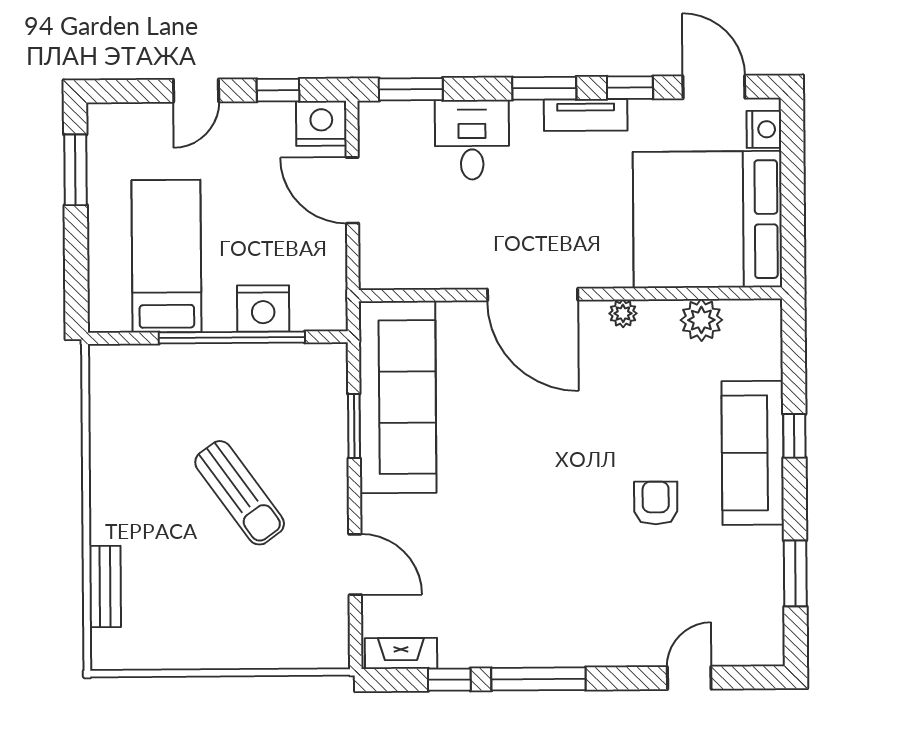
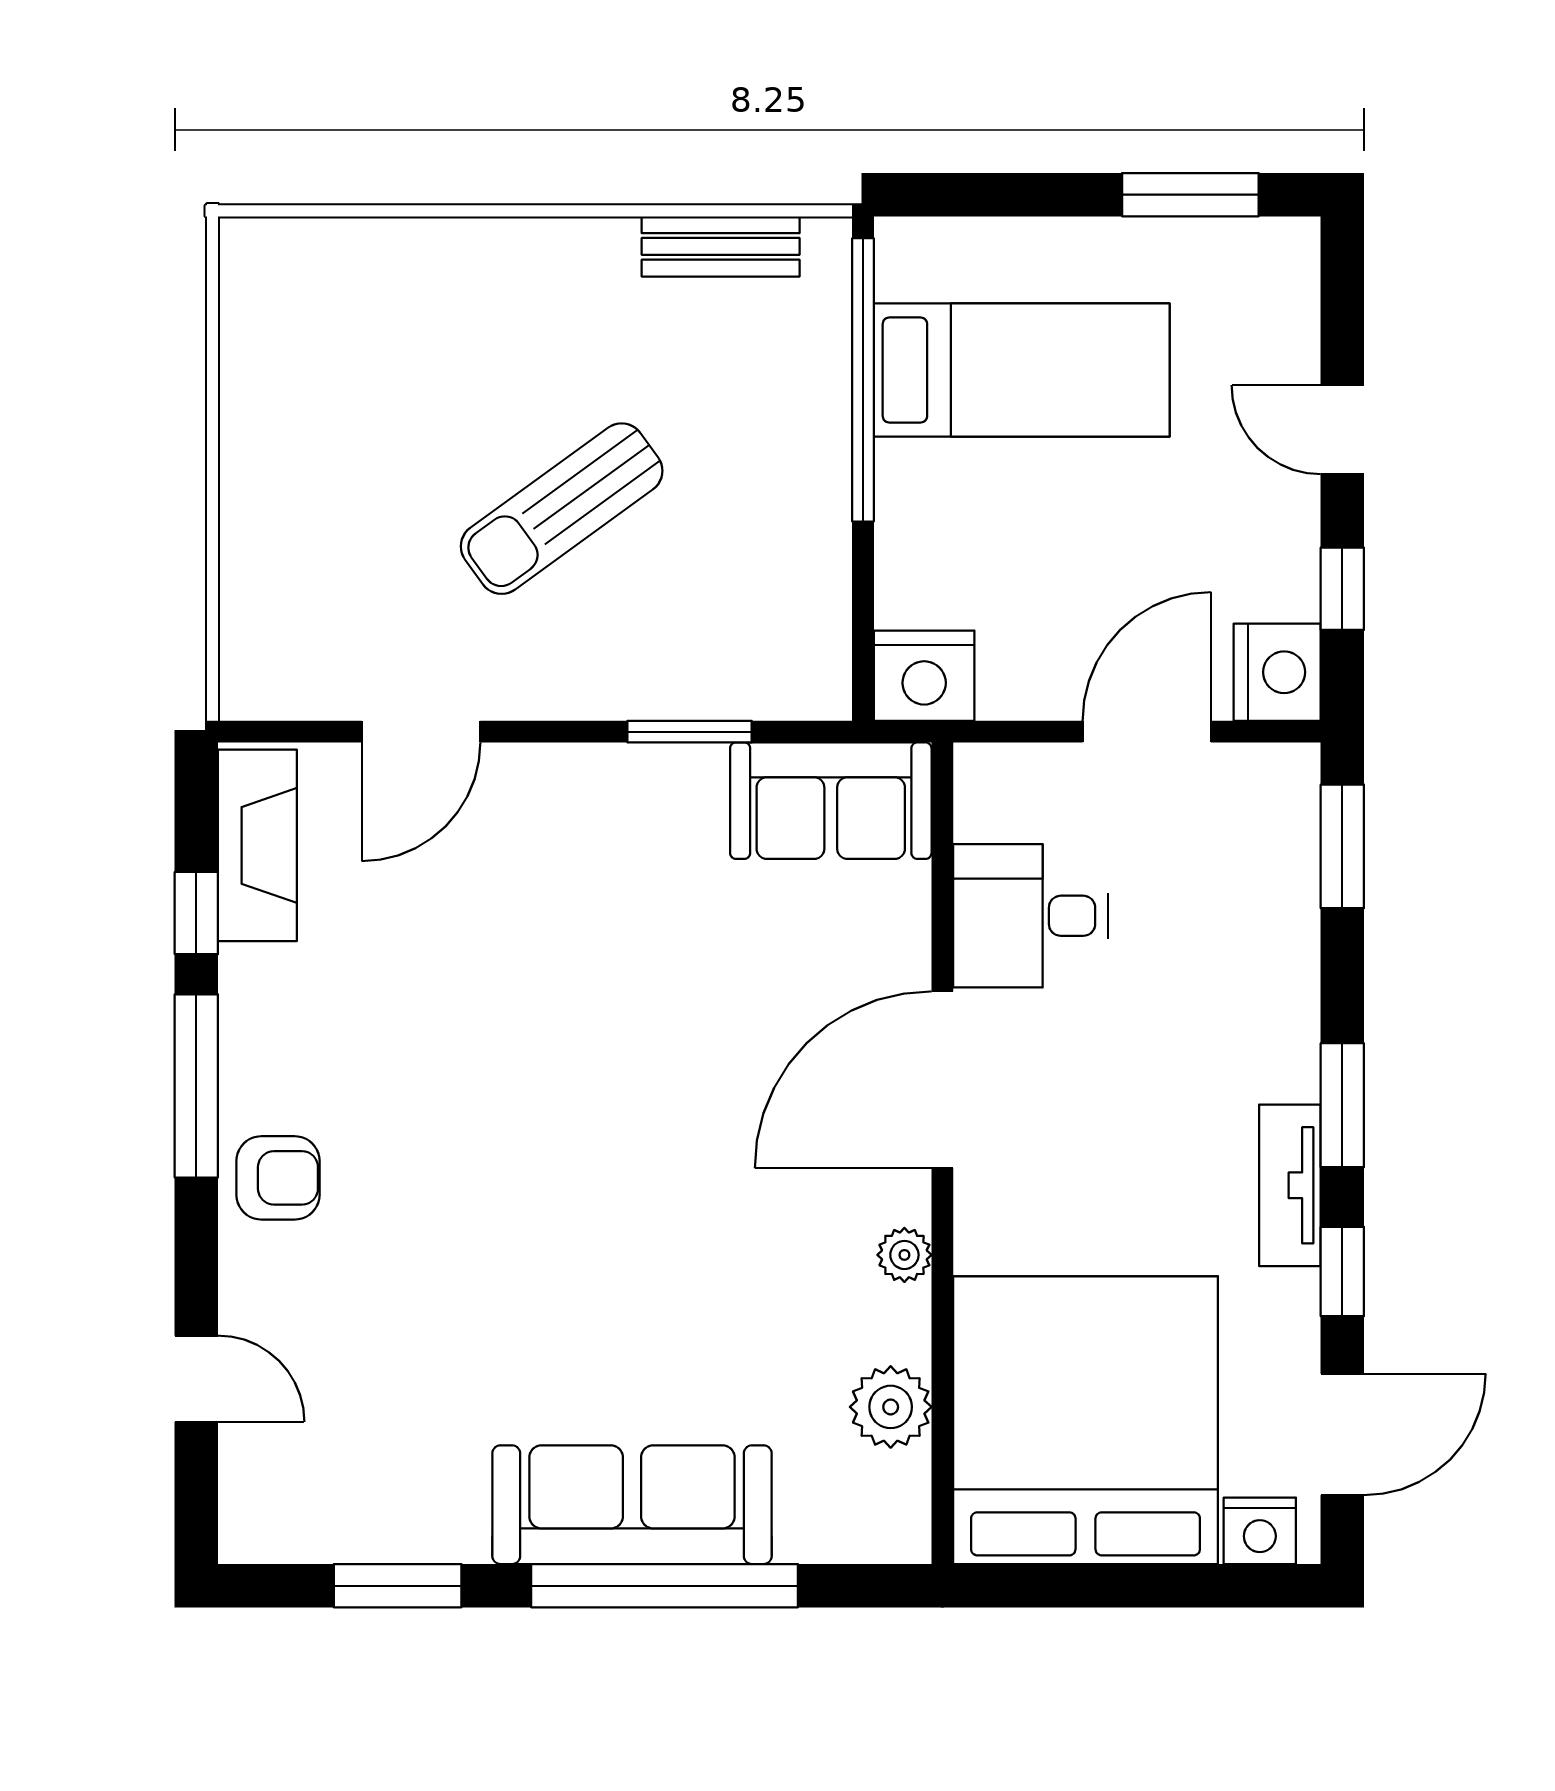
desk: (472, 140) -> (1030, 916), moved, turned 180
nightstand: (263, 308) -> (924, 676), moved, turned -90
window: (232, 337) -> (863, 380), moved
sofa: (398, 397) -> (831, 801), width x0.54, depth x0.79
window: (794, 436) -> (665, 1586), width x3.17
armchair: (656, 503) -> (278, 1178), moved
bench: (105, 586) -> (721, 246), moved
fireplace: (401, 653) -> (257, 845), width x1.37, depth x1.32

